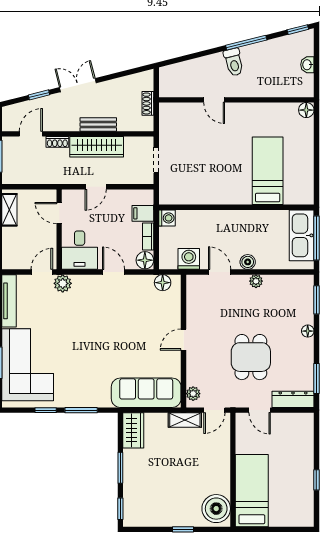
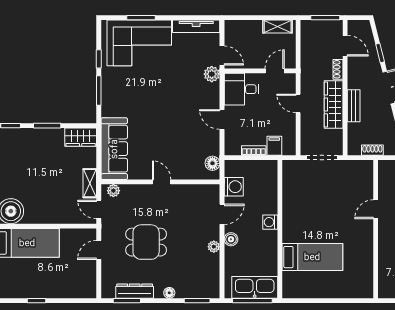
floor lamp: (306, 110) -> (367, 292), removed
doorway: (156, 160) -> (322, 158), width x1.38
washing machine: (167, 218) -> (270, 222), moved, turned 90
floor lamp: (145, 260) -> (232, 148), removed
door: (114, 272) -> (222, 119), swing flipped
dresser: (293, 399) -> (135, 291), moved, turned -90

